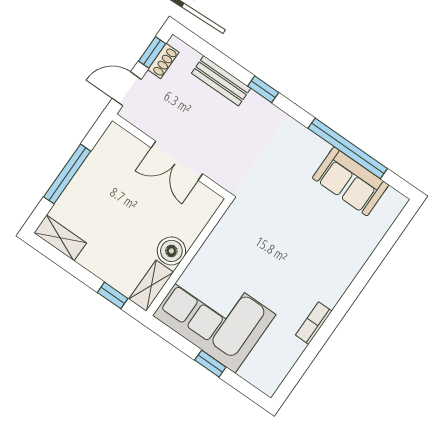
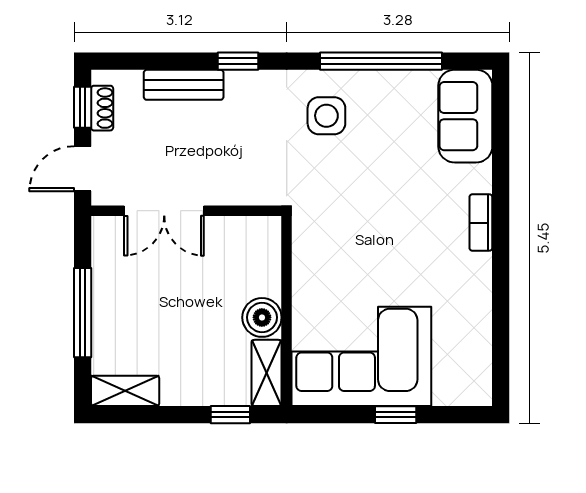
side table: (293, 158) -> (326, 116), added
double door: (177, 161) -> (164, 211), moved
sofa: (351, 181) -> (465, 116), moved, turned 90
bookcase: (314, 323) -> (481, 223), moved

